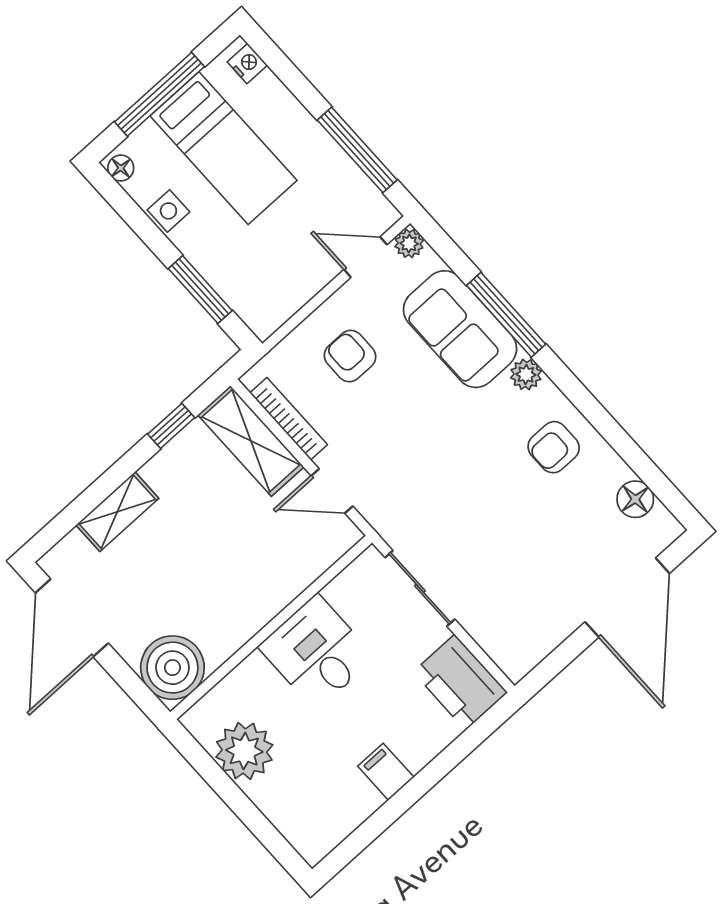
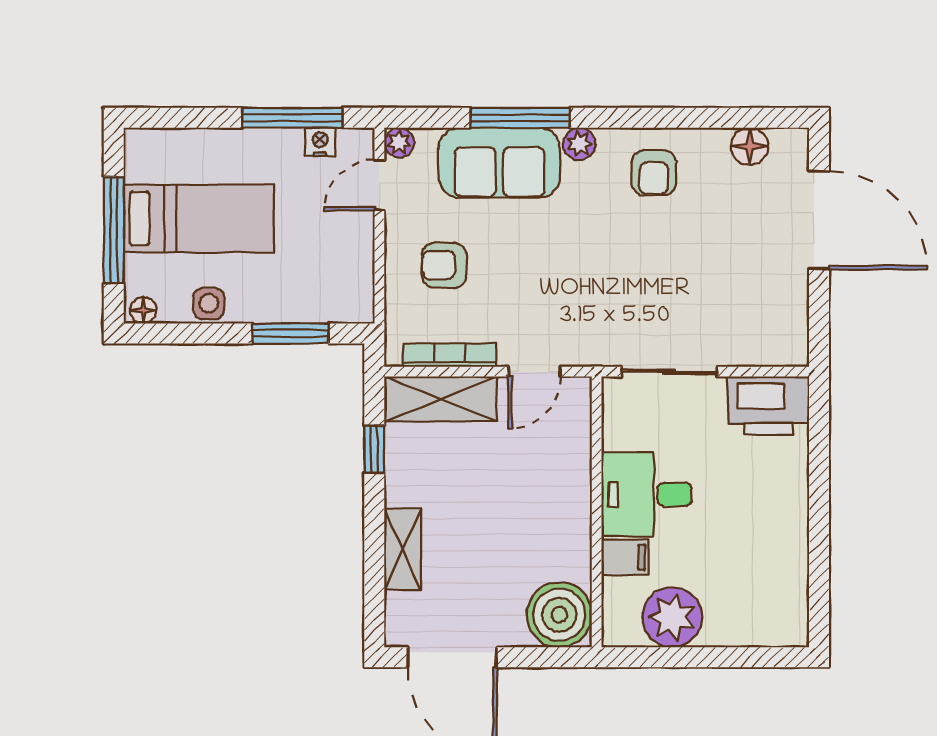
nightstand: (247, 64) -> (320, 142), moved
filing cabinet: (386, 772) -> (625, 557), moved, turned 180

